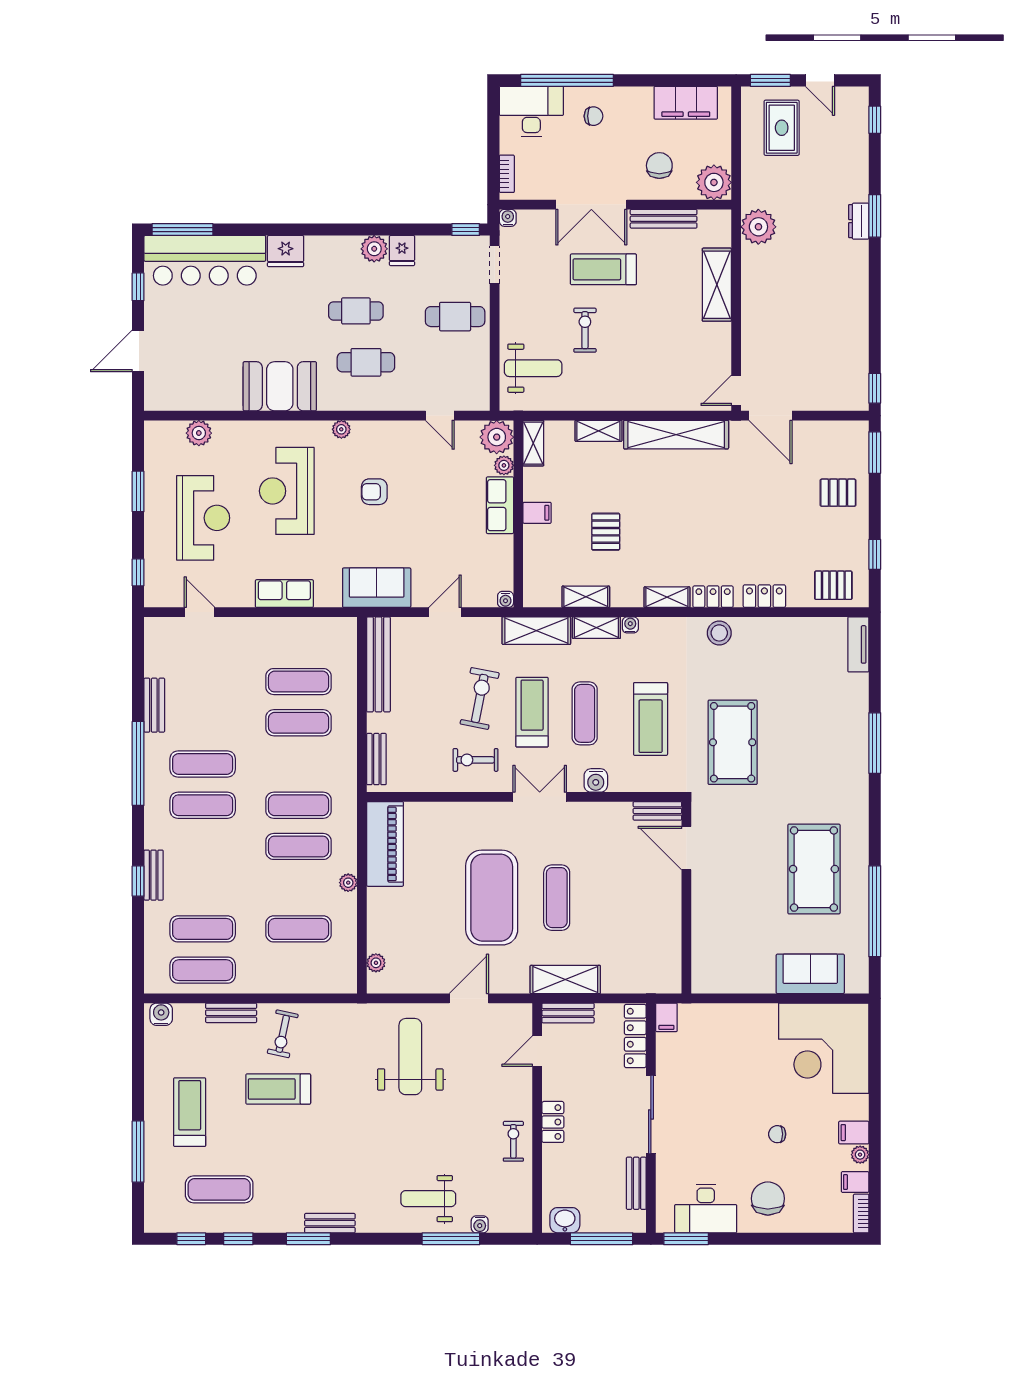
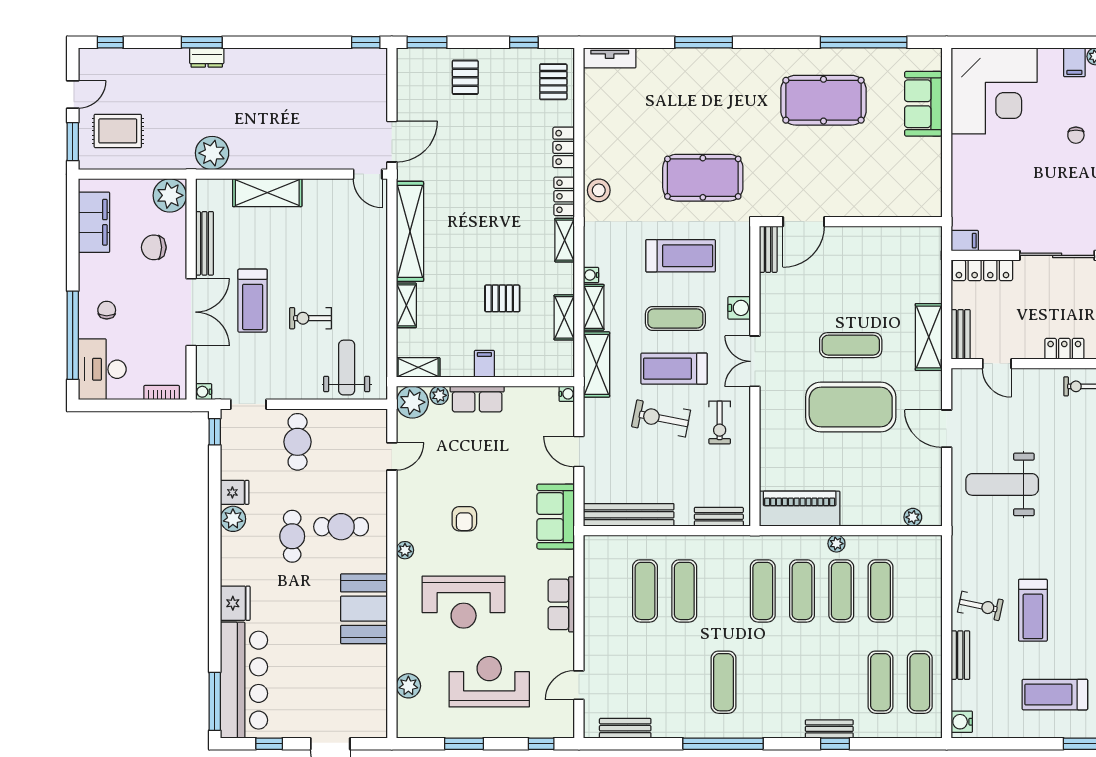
cafe table: (366, 362) -> (341, 527), turned 90
bench: (154, 705) -> (625, 728), moved
exercise mat: (203, 805) -> (841, 591), moved

